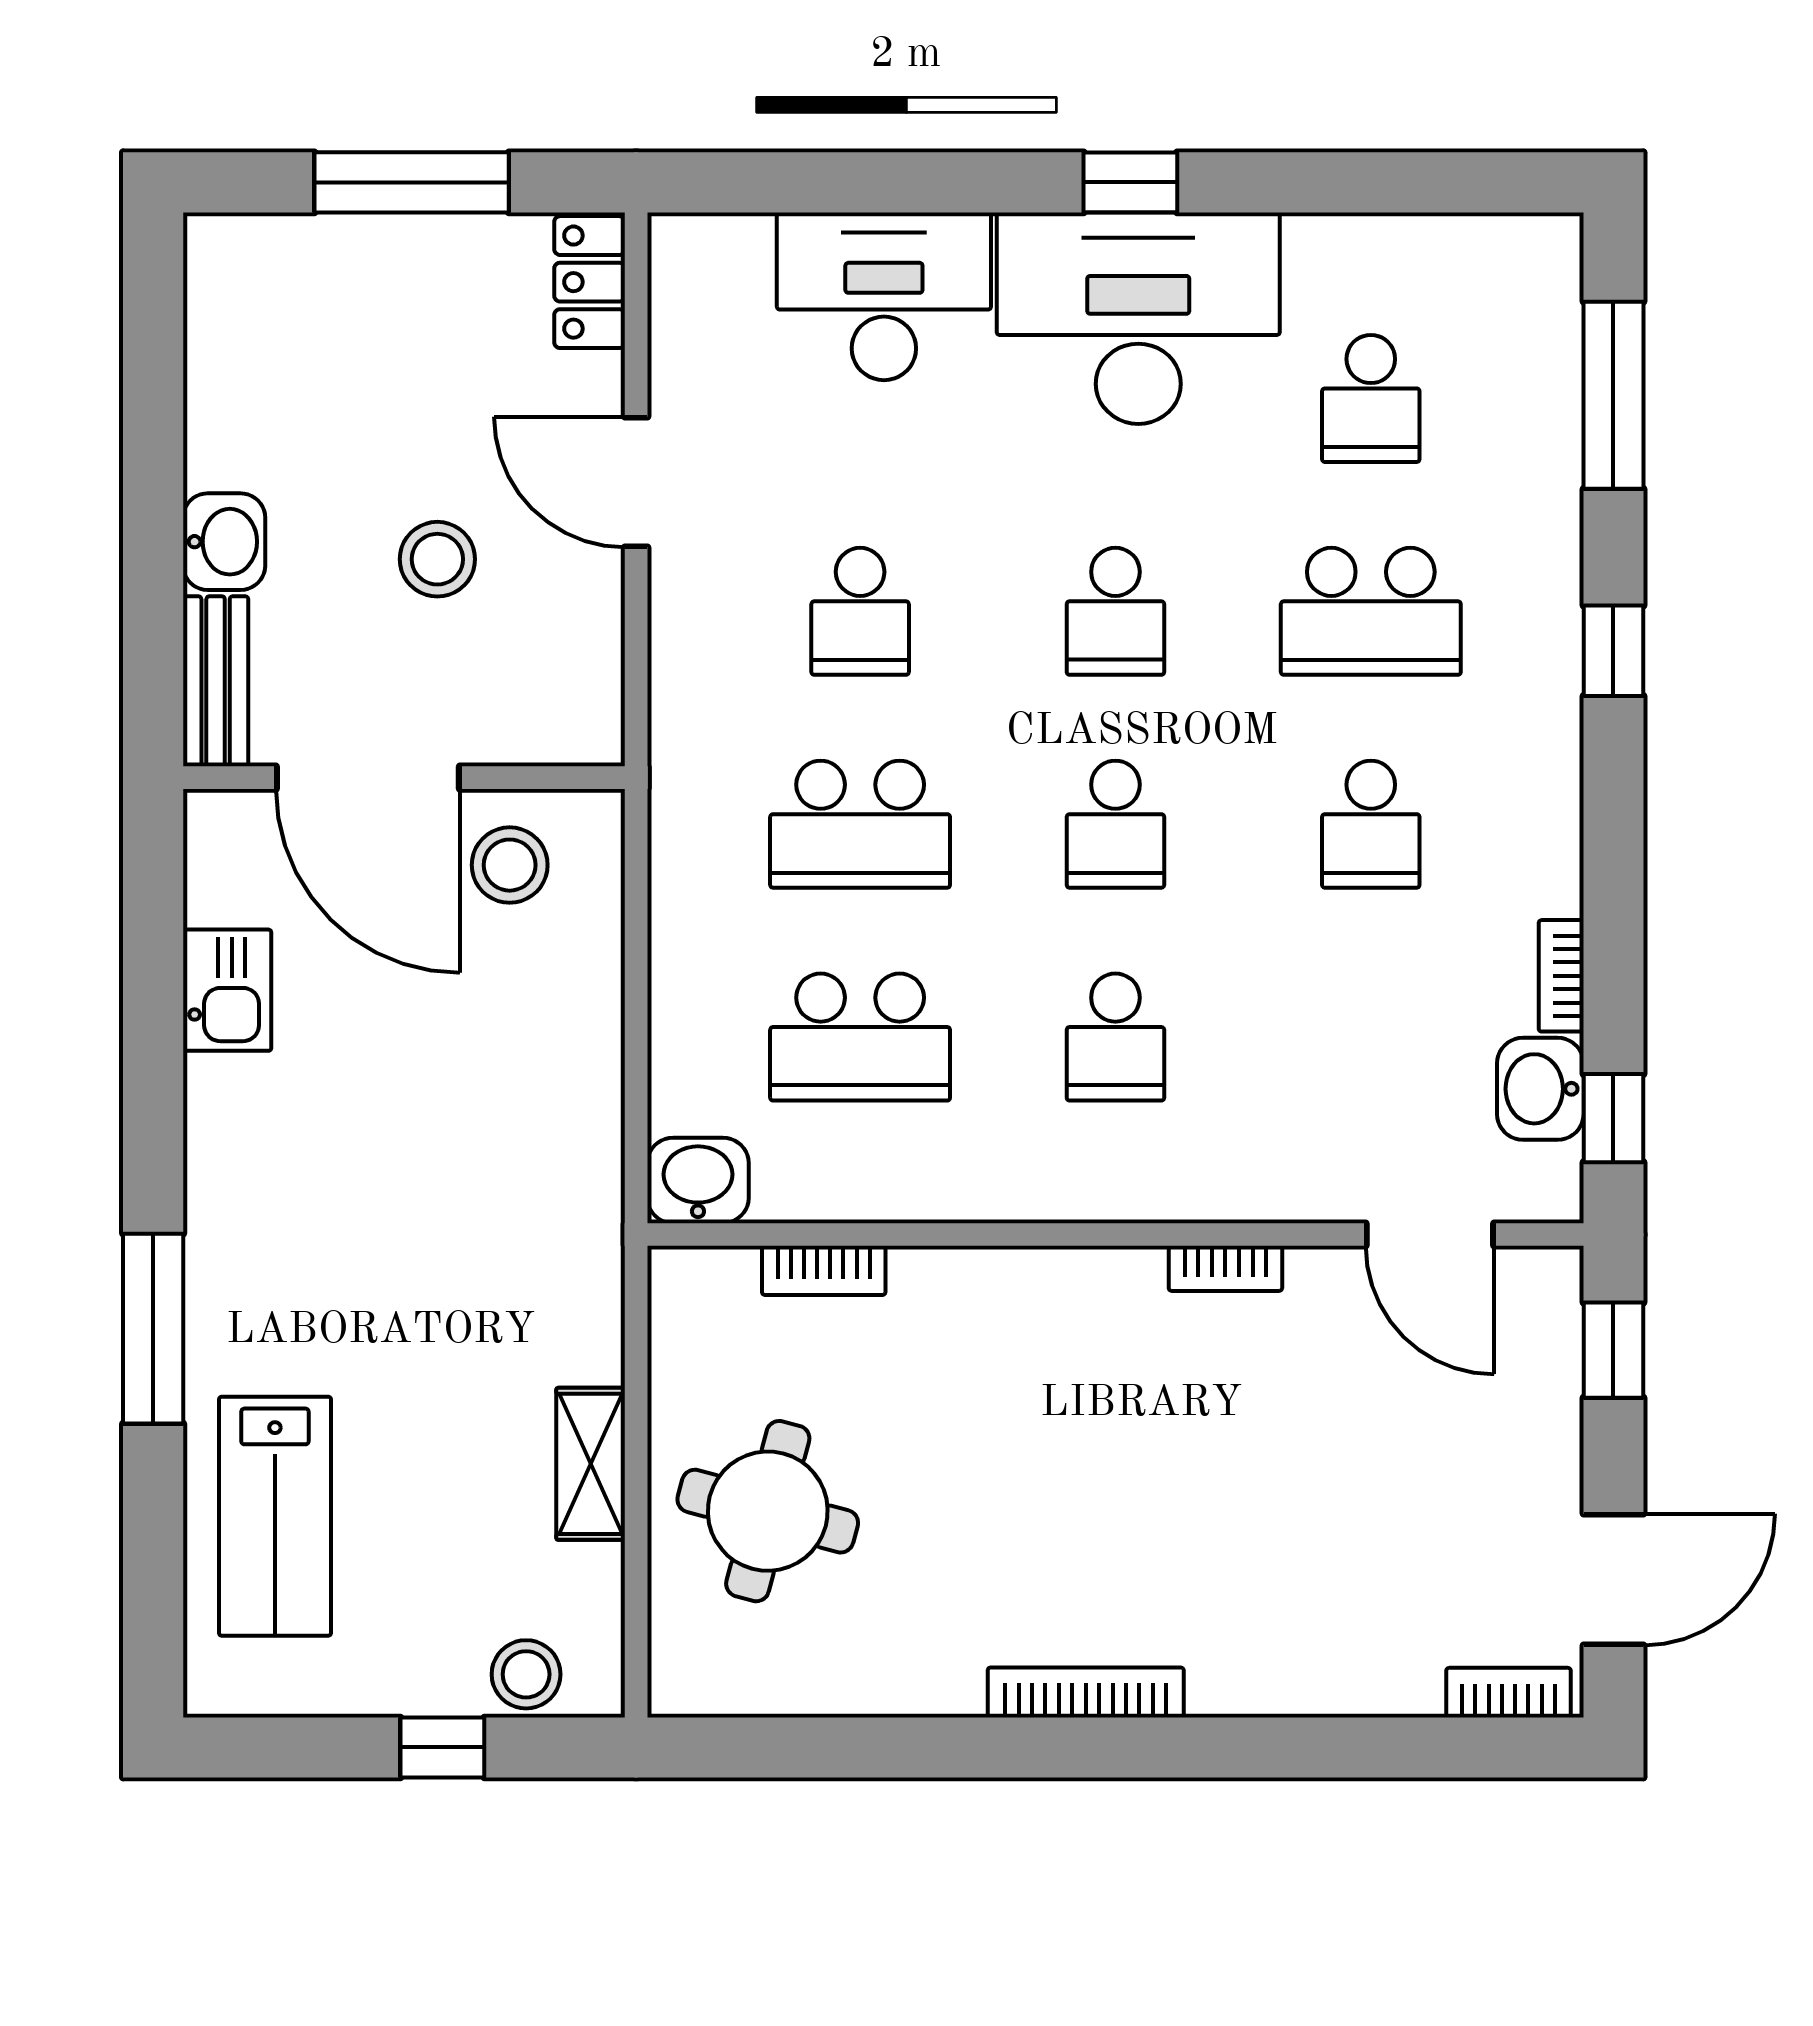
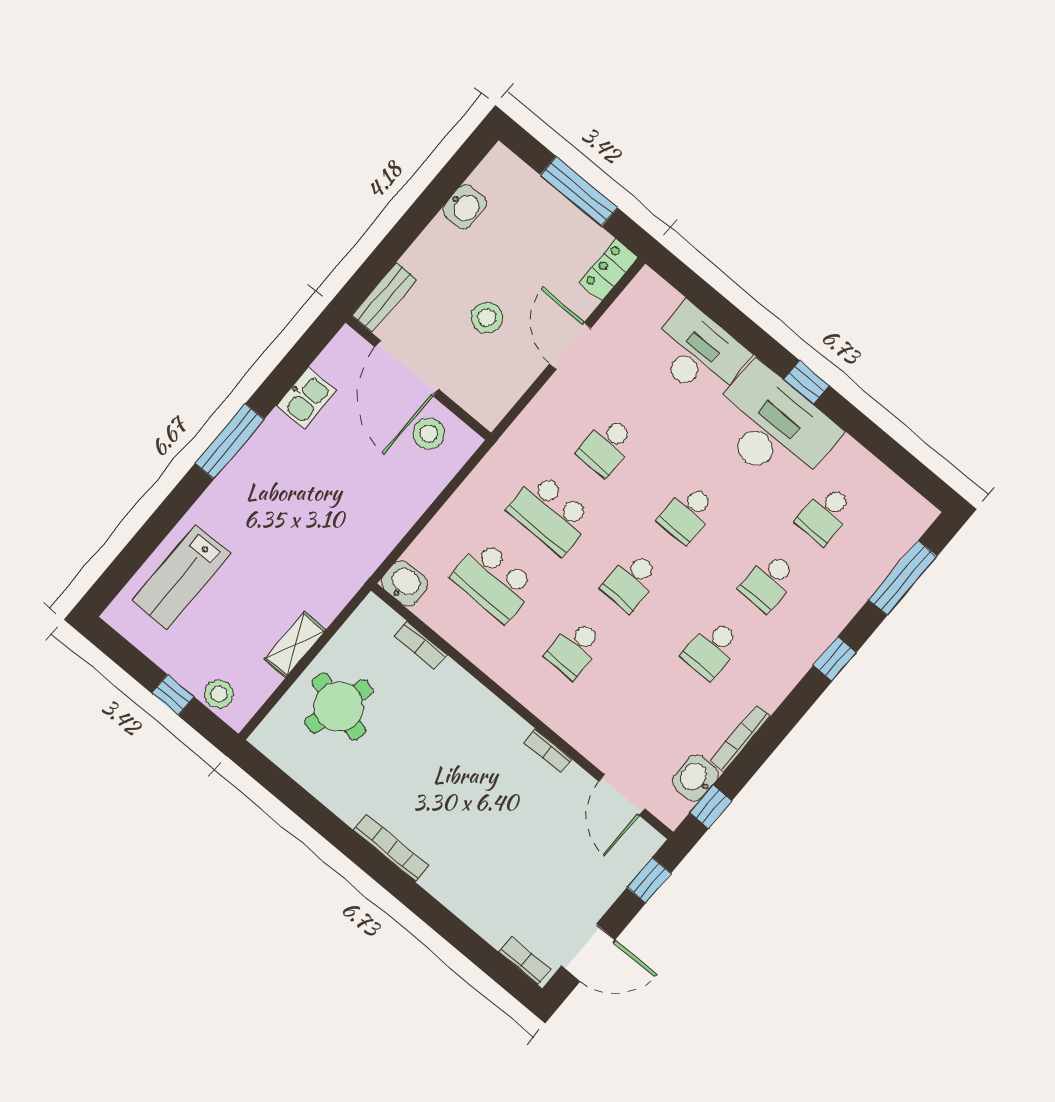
washbasin: (224, 542) -> (465, 207), moved
school desk: (1371, 611) -> (768, 582), width x0.54
bookcase: (1561, 976) -> (740, 738), width x1.56
window: (153, 1329) -> (230, 441), moved

